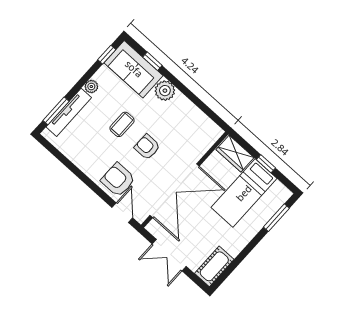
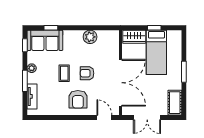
plant: (165, 91) -> (90, 37), moved
window: (56, 111) -> (25, 81), moved
tv unit: (69, 112) -> (32, 96), width x0.71
armchair: (118, 180) -> (78, 99), moved, turned -90
window: (276, 218) -> (184, 72), moved

